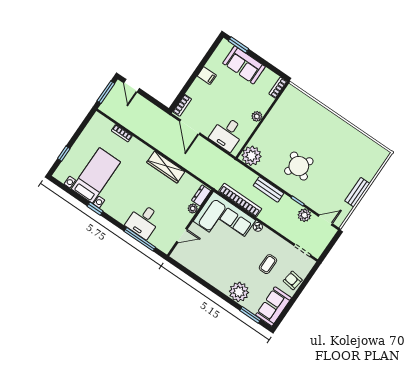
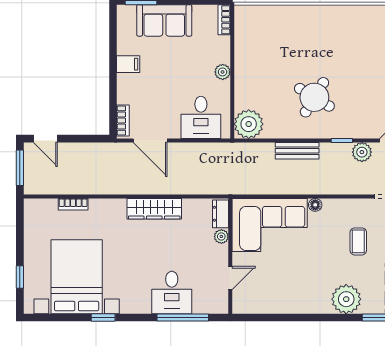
bed with nightstands: (96, 175) -> (77, 277), width x1.36
bookcase: (240, 200) -> (272, 187), removed

